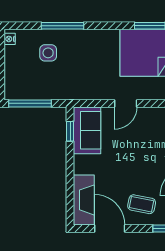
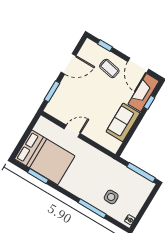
door: (126, 103) -> (72, 131), moved
sofa: (87, 130) -> (123, 122), moved
window: (70, 131) -> (149, 102), moved

